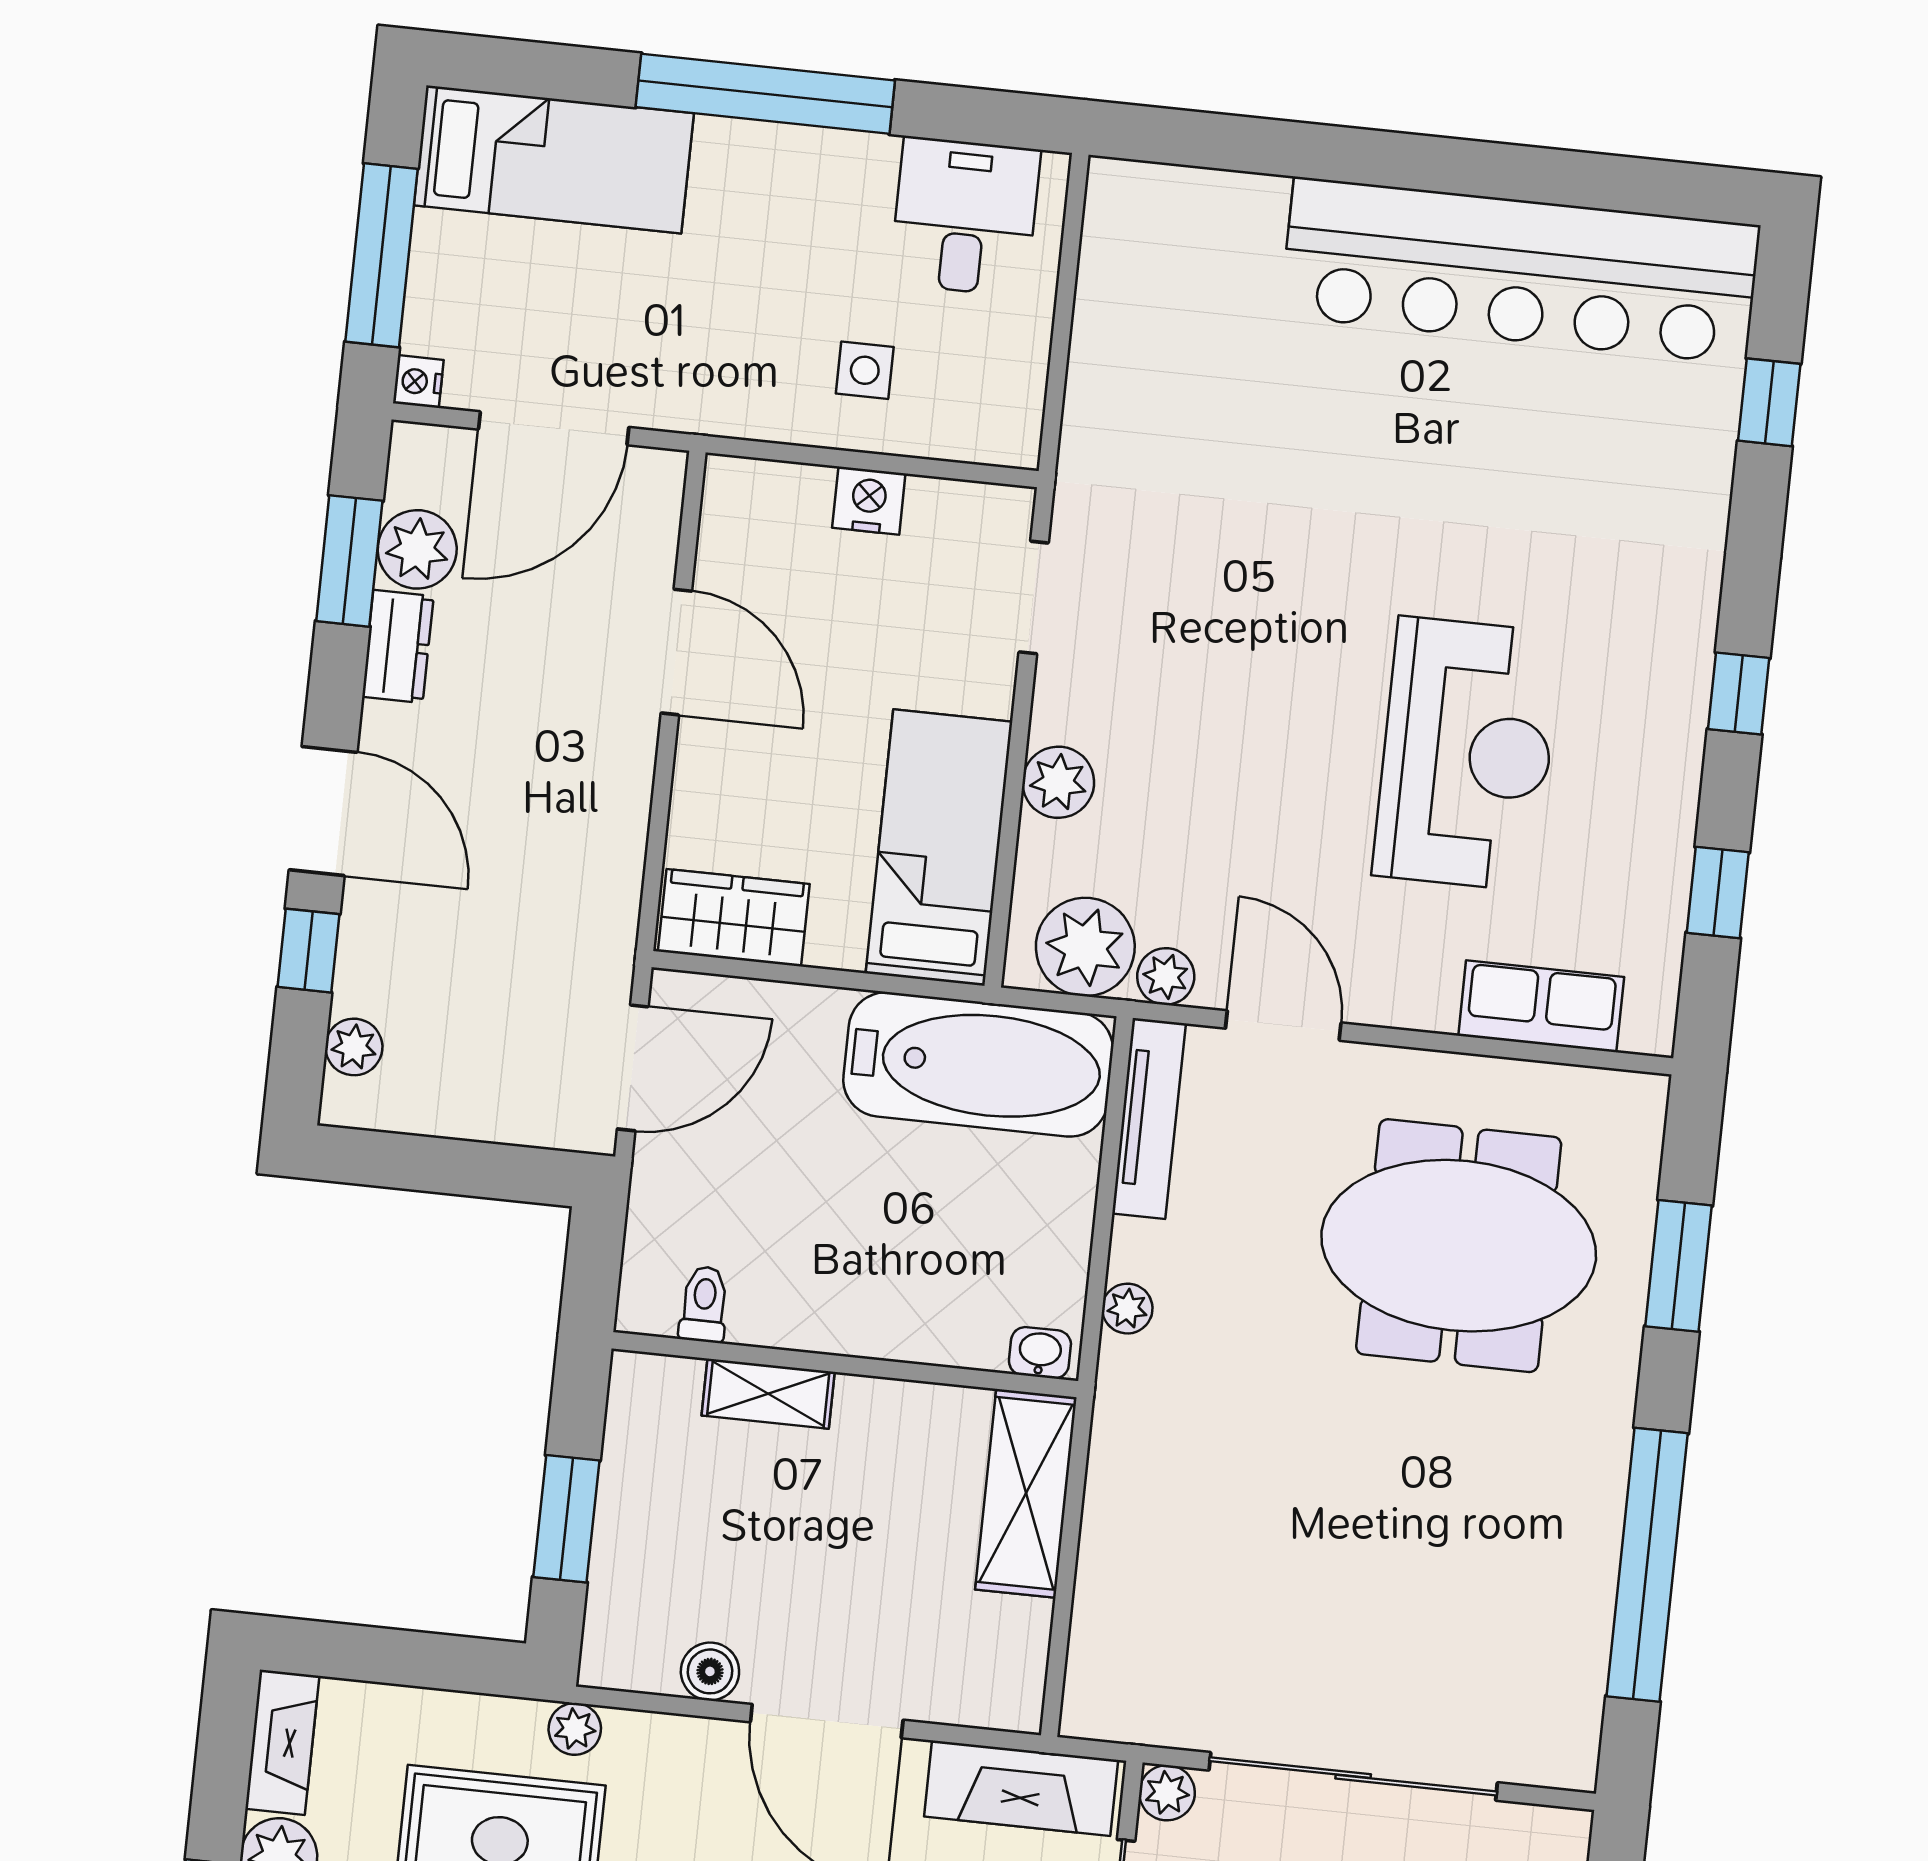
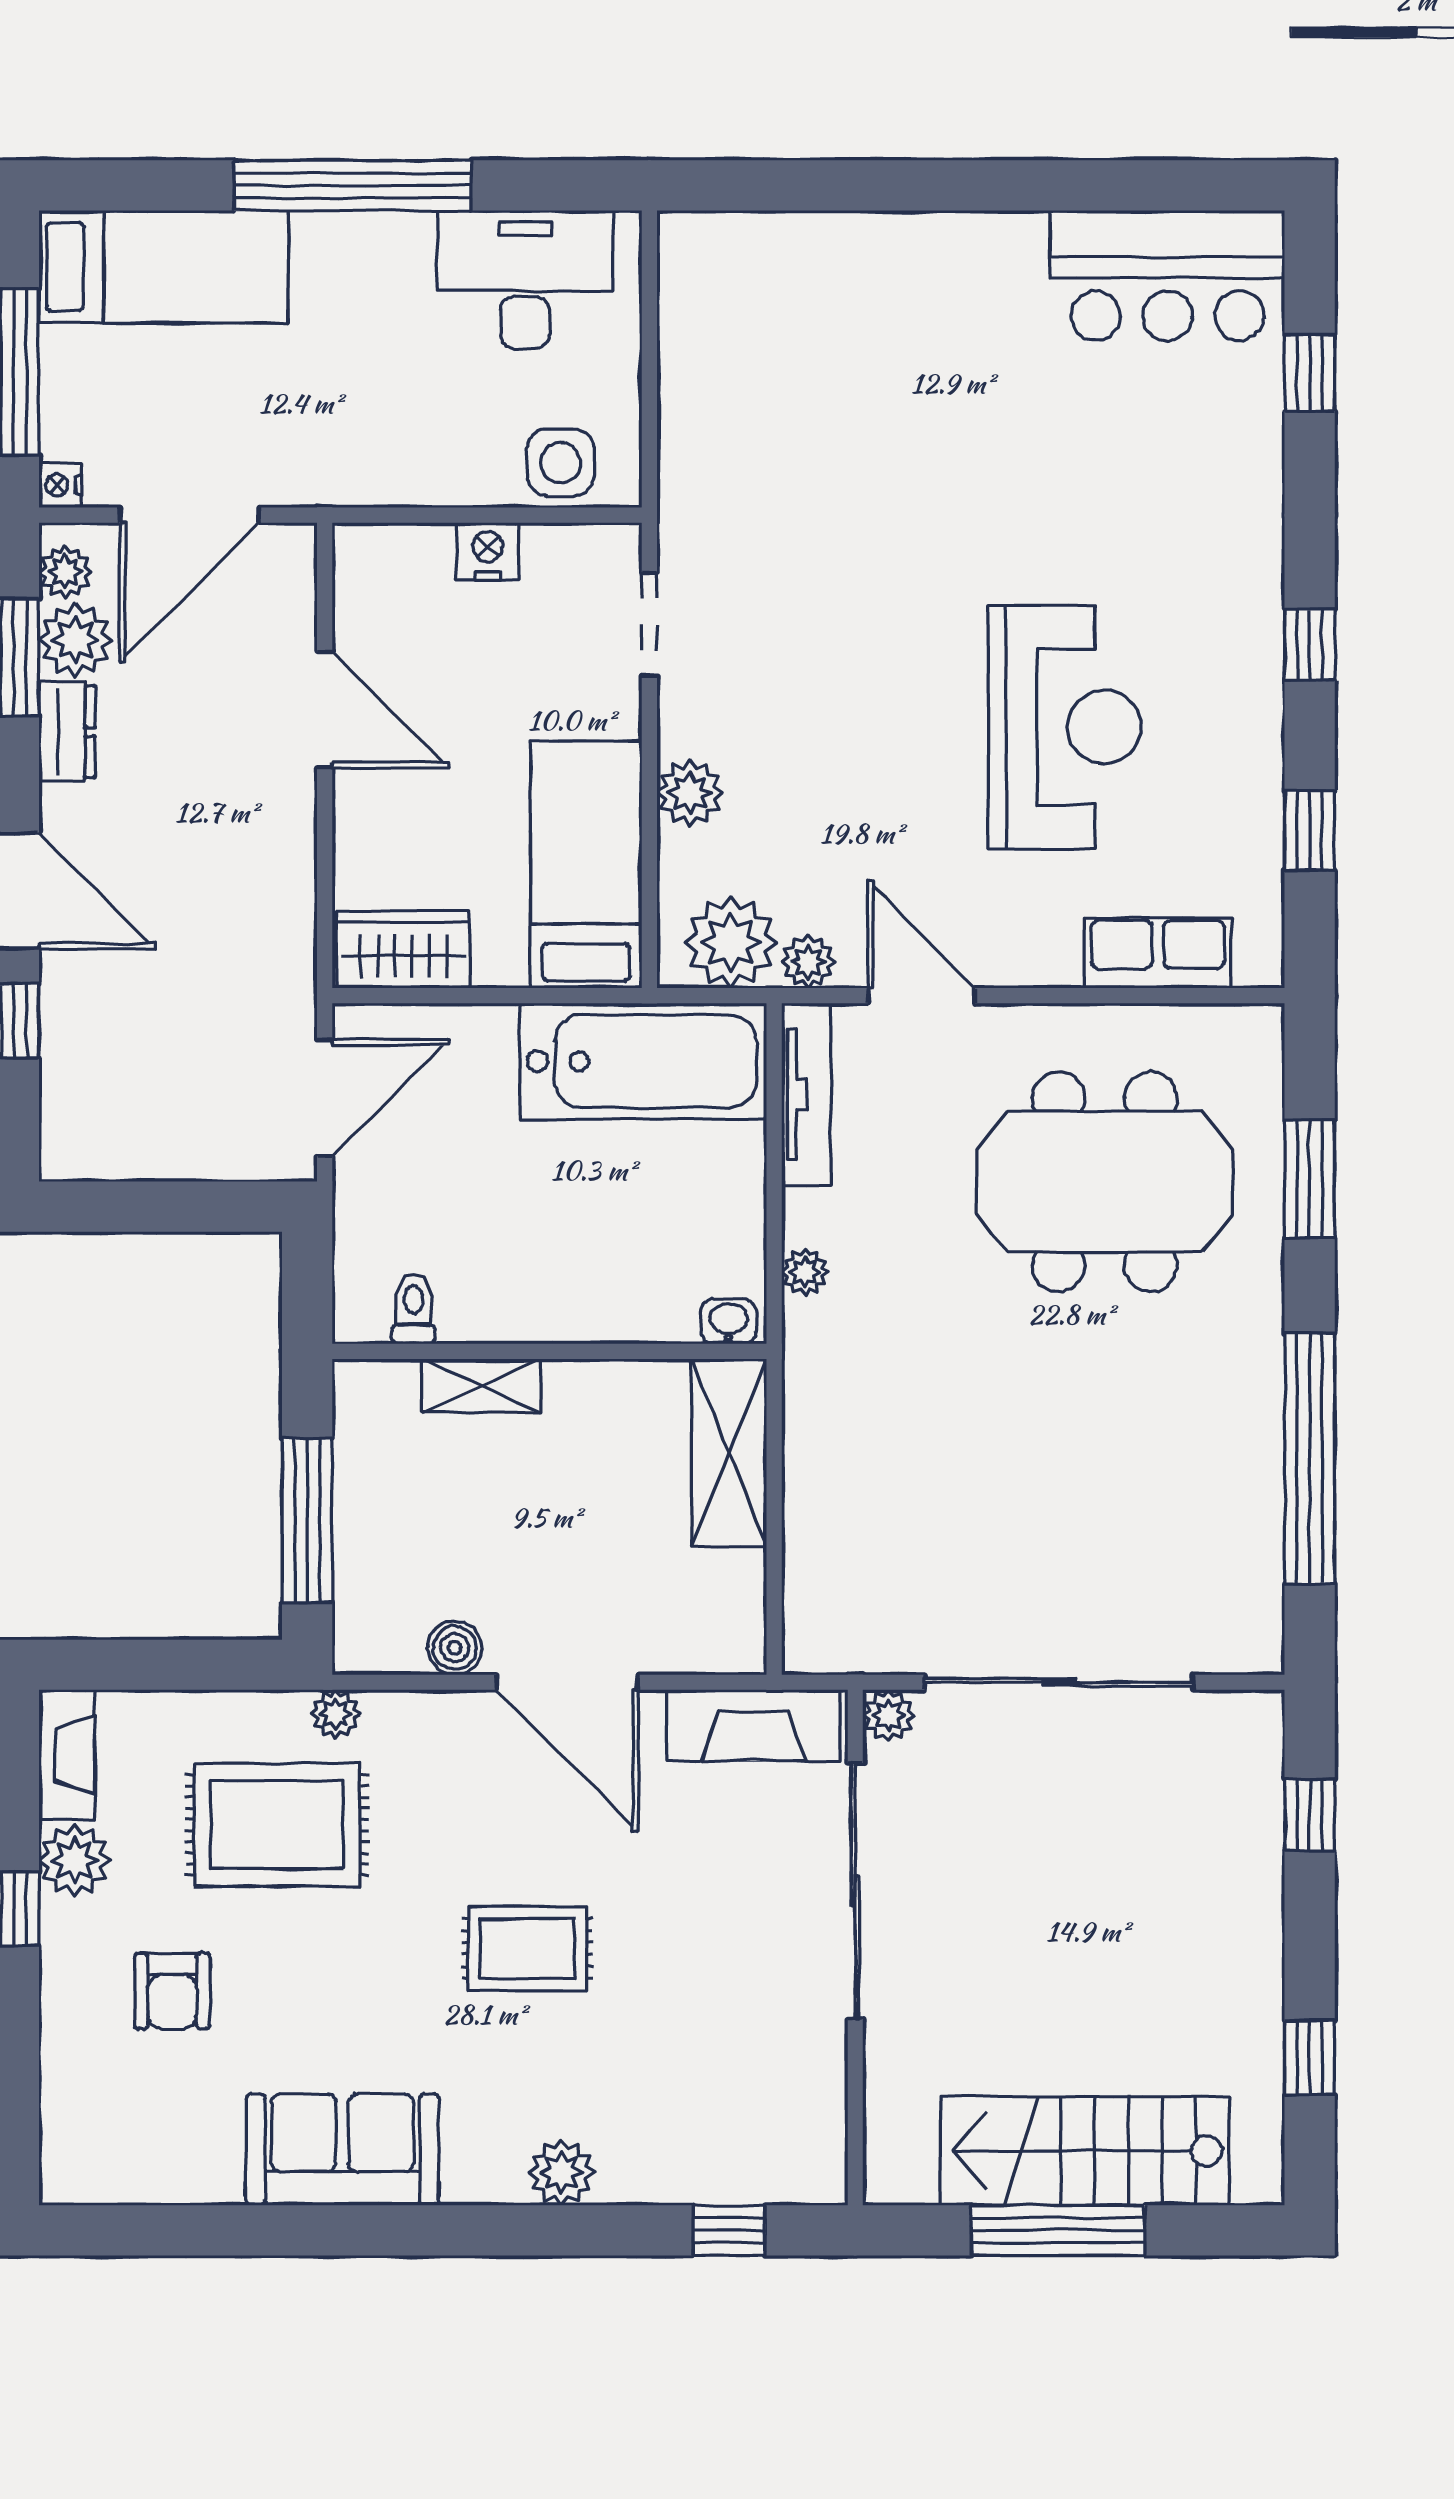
desk: (965, 217) -> (525, 279), width x1.37
bar counter: (1520, 271) -> (1167, 276), width x0.54
side table: (865, 370) -> (561, 463), moved, width x1.37, depth x1.37
plant: (354, 1047) -> (65, 572), moved
window: (566, 1519) -> (307, 1521), width x1.44

